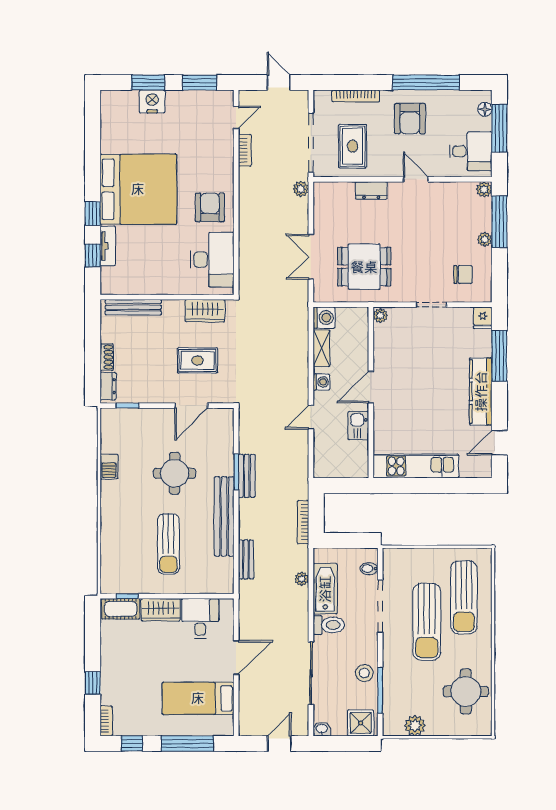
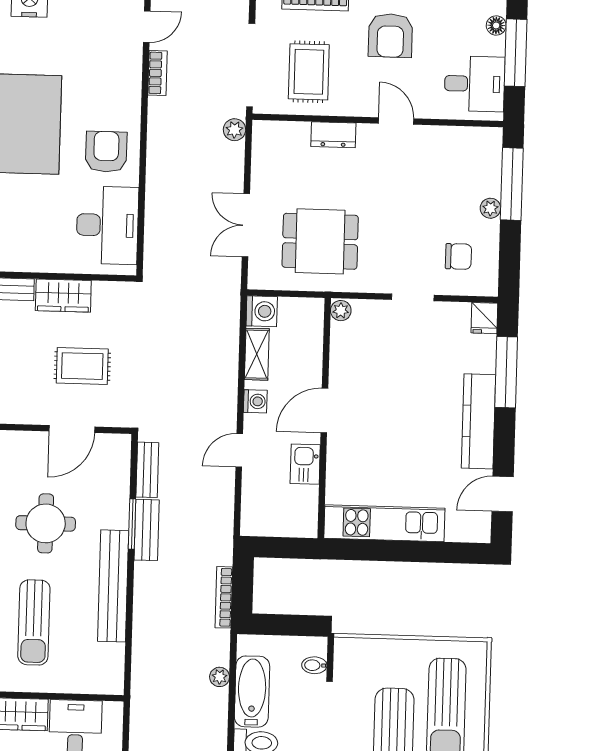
plant: (484, 189) -> (492, 138), removed
wardrobe: (205, 311) -> (63, 296), moved
bench: (246, 559) -> (147, 470), moved

